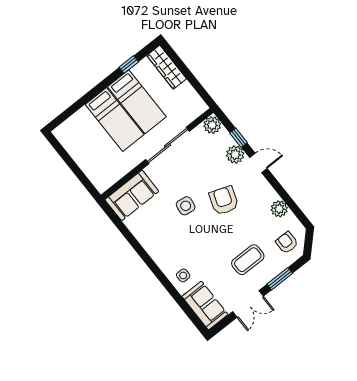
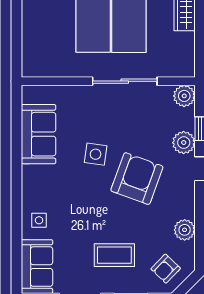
sofa: (132, 195) -> (38, 134), moved, turned -90
armchair: (224, 200) -> (137, 179), width x1.36, depth x1.36
armchair: (287, 243) -> (166, 269), turned -136

